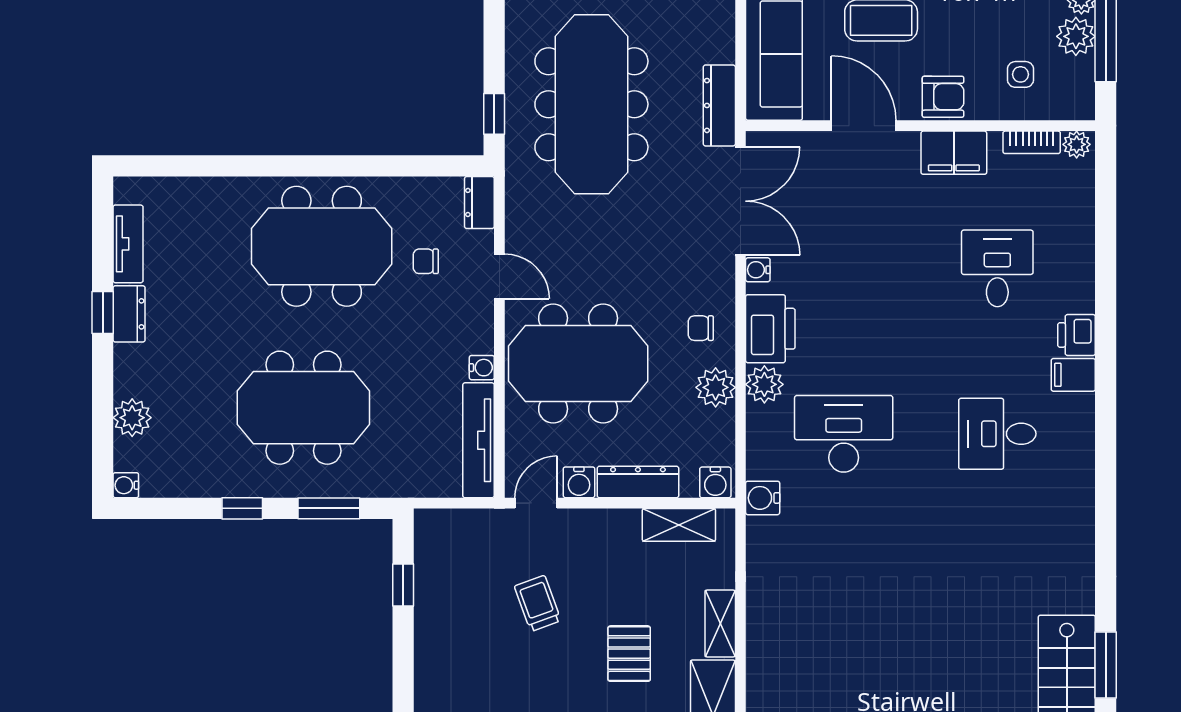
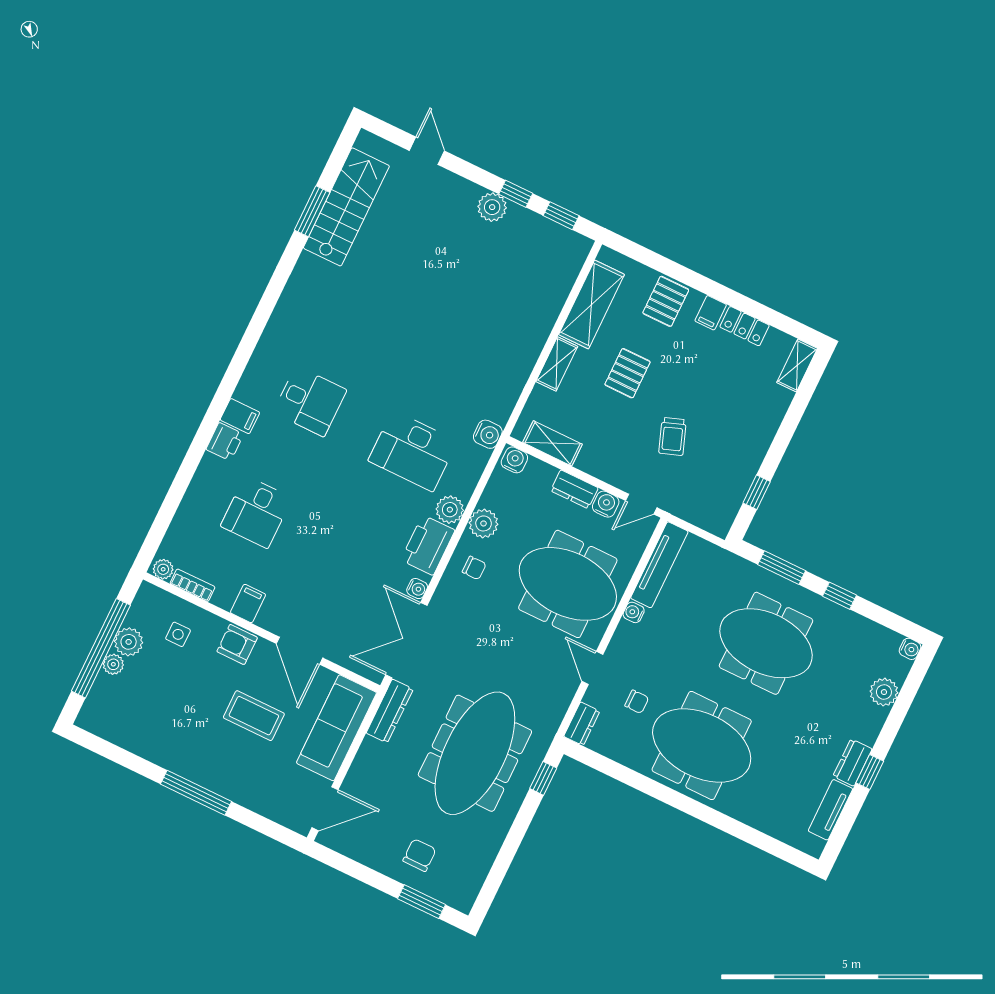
filing cabinet: (954, 153) -> (248, 604), width x0.50
dresser: (638, 482) -> (574, 489), width x0.70

